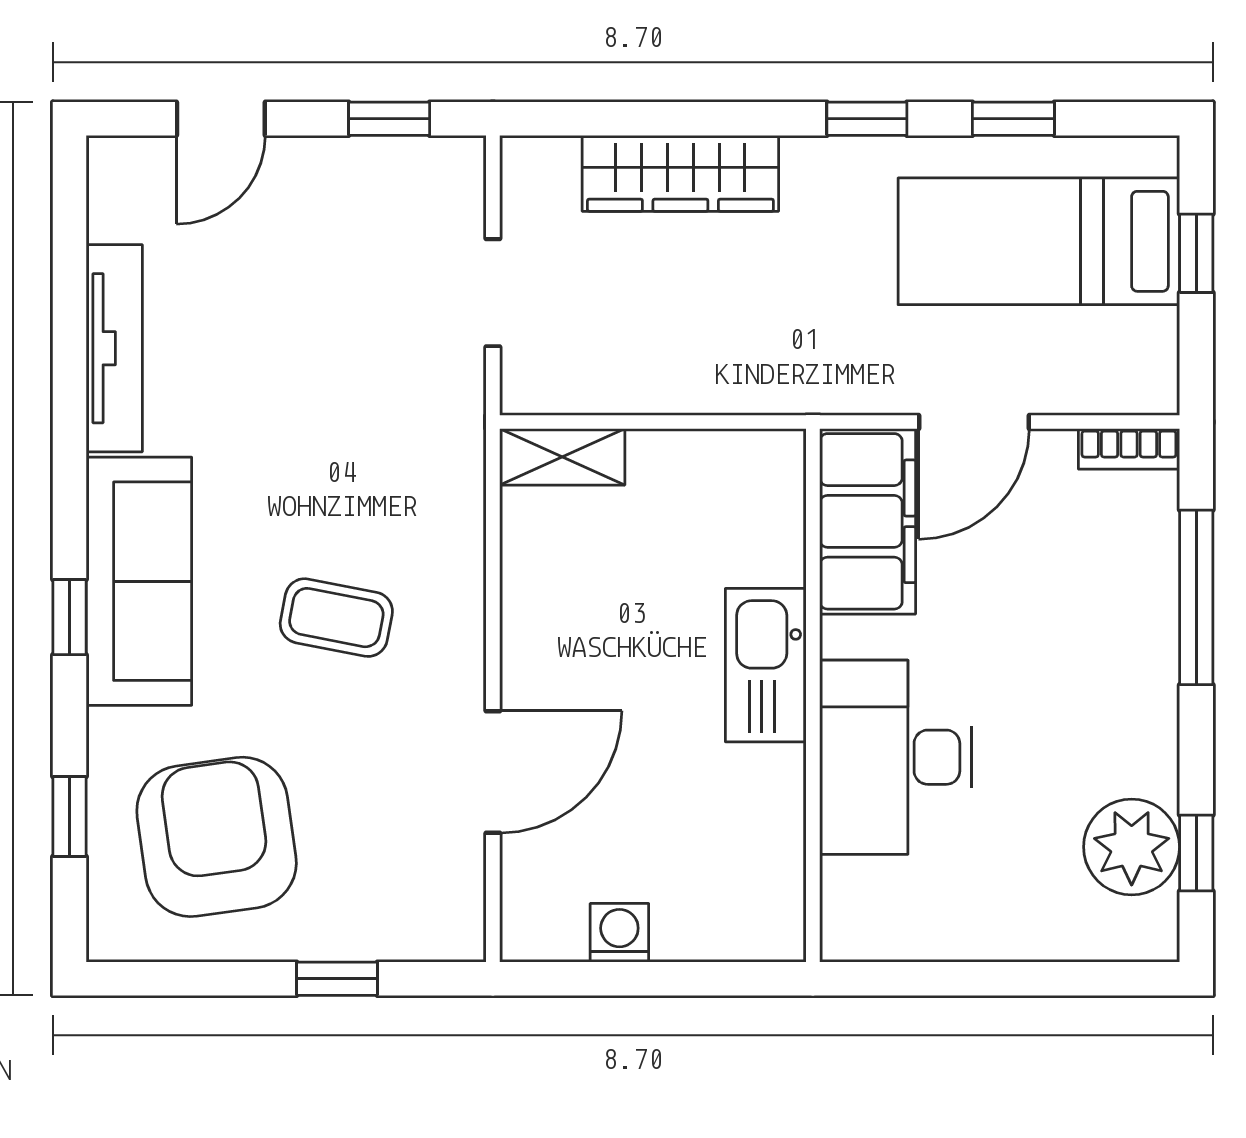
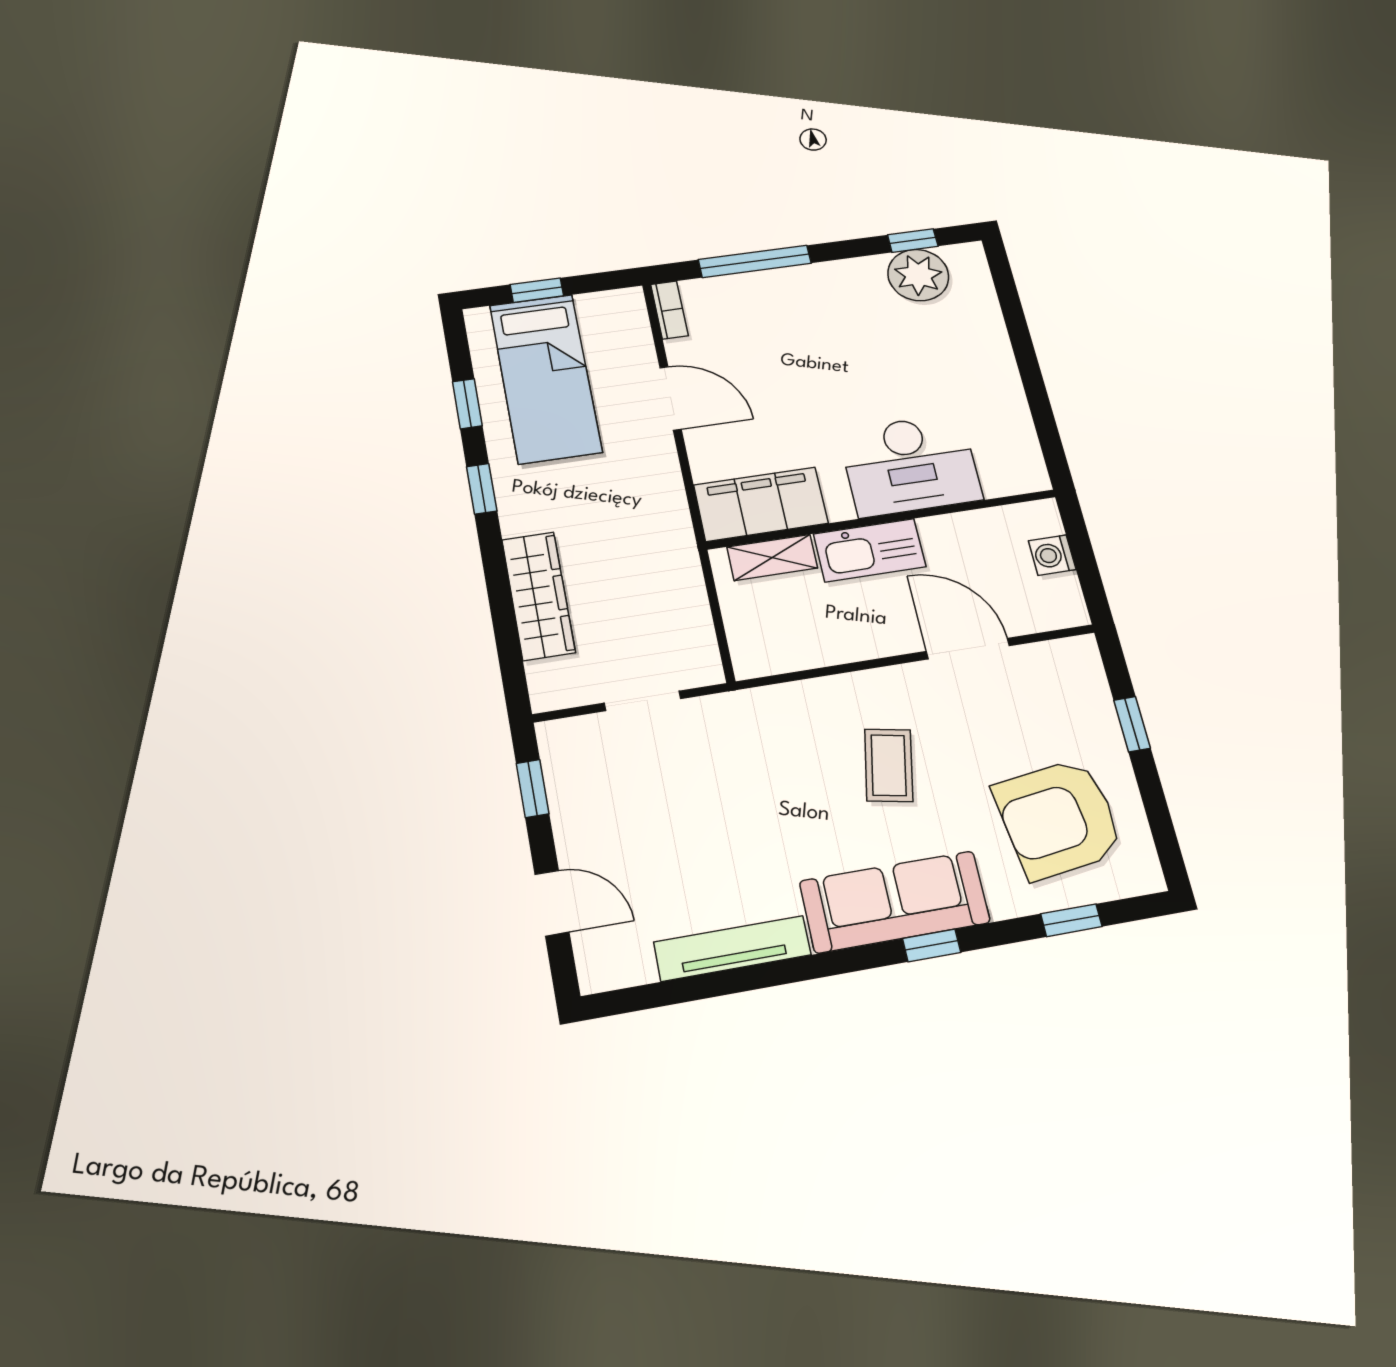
shelving: (562, 457) -> (772, 557), moved, turned 90
filing cabinet: (868, 521) -> (761, 504), moved
kitchen sink: (766, 665) -> (870, 550), moved
wall: (813, 695) -> (882, 519), moved
desk: (896, 757) -> (910, 465), moved

